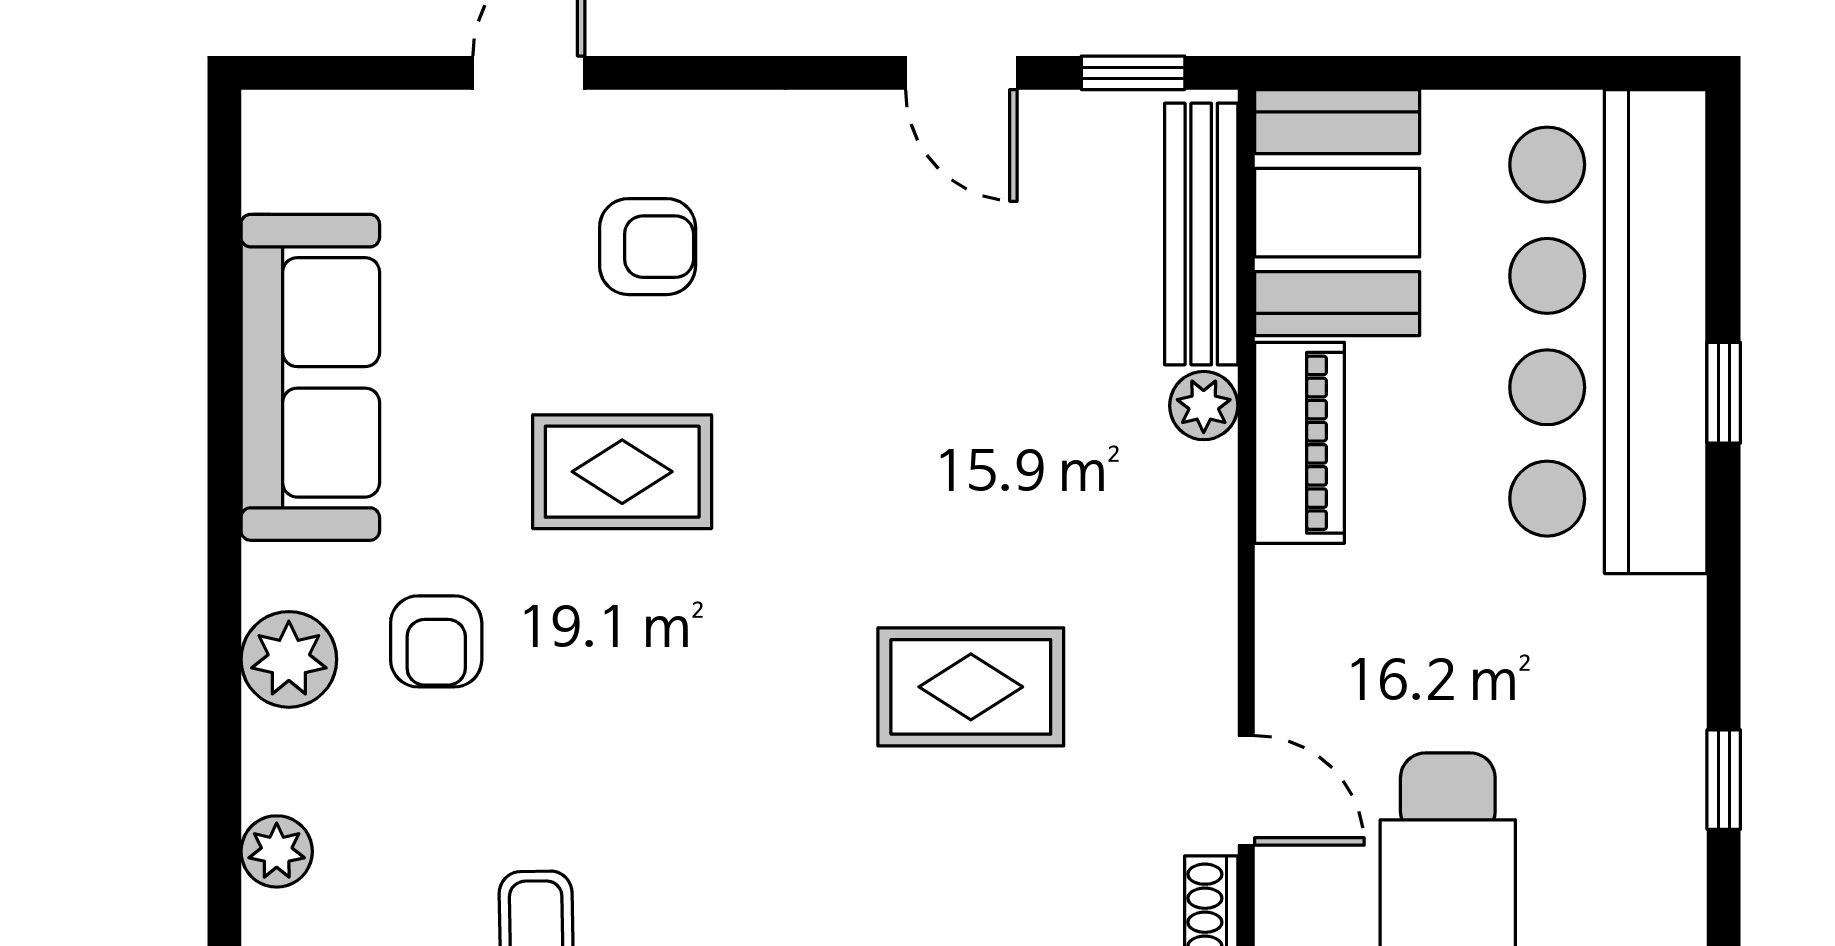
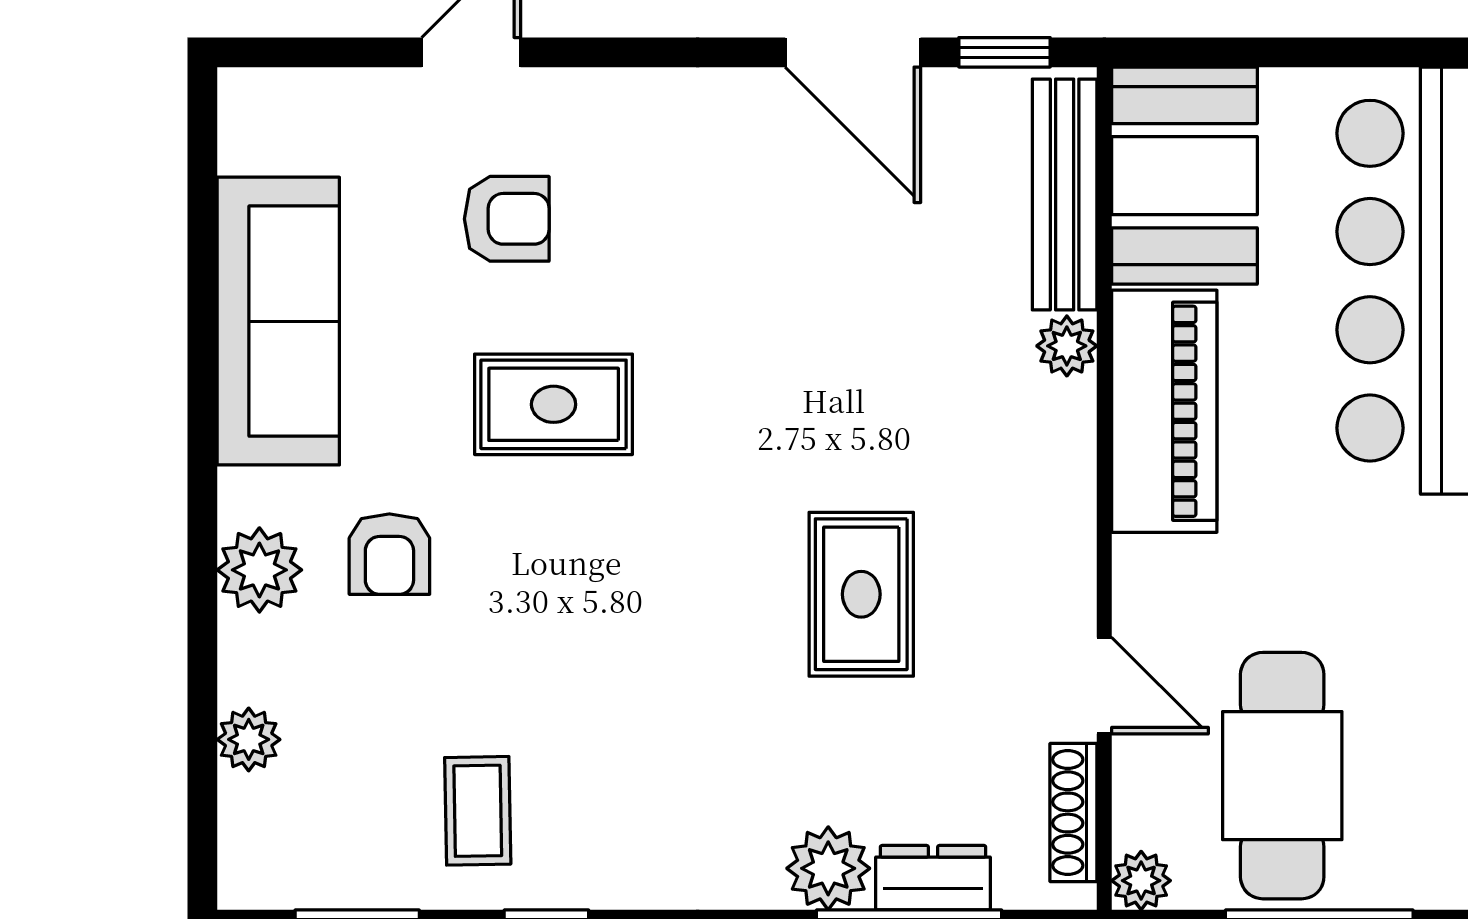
door: (961, 73) -> (853, 52), width x1.38
armchair: (648, 247) -> (507, 219), moved
piano: (1300, 443) -> (1164, 411), width x1.37, depth x1.33
rug: (971, 687) -> (861, 594), turned 90

